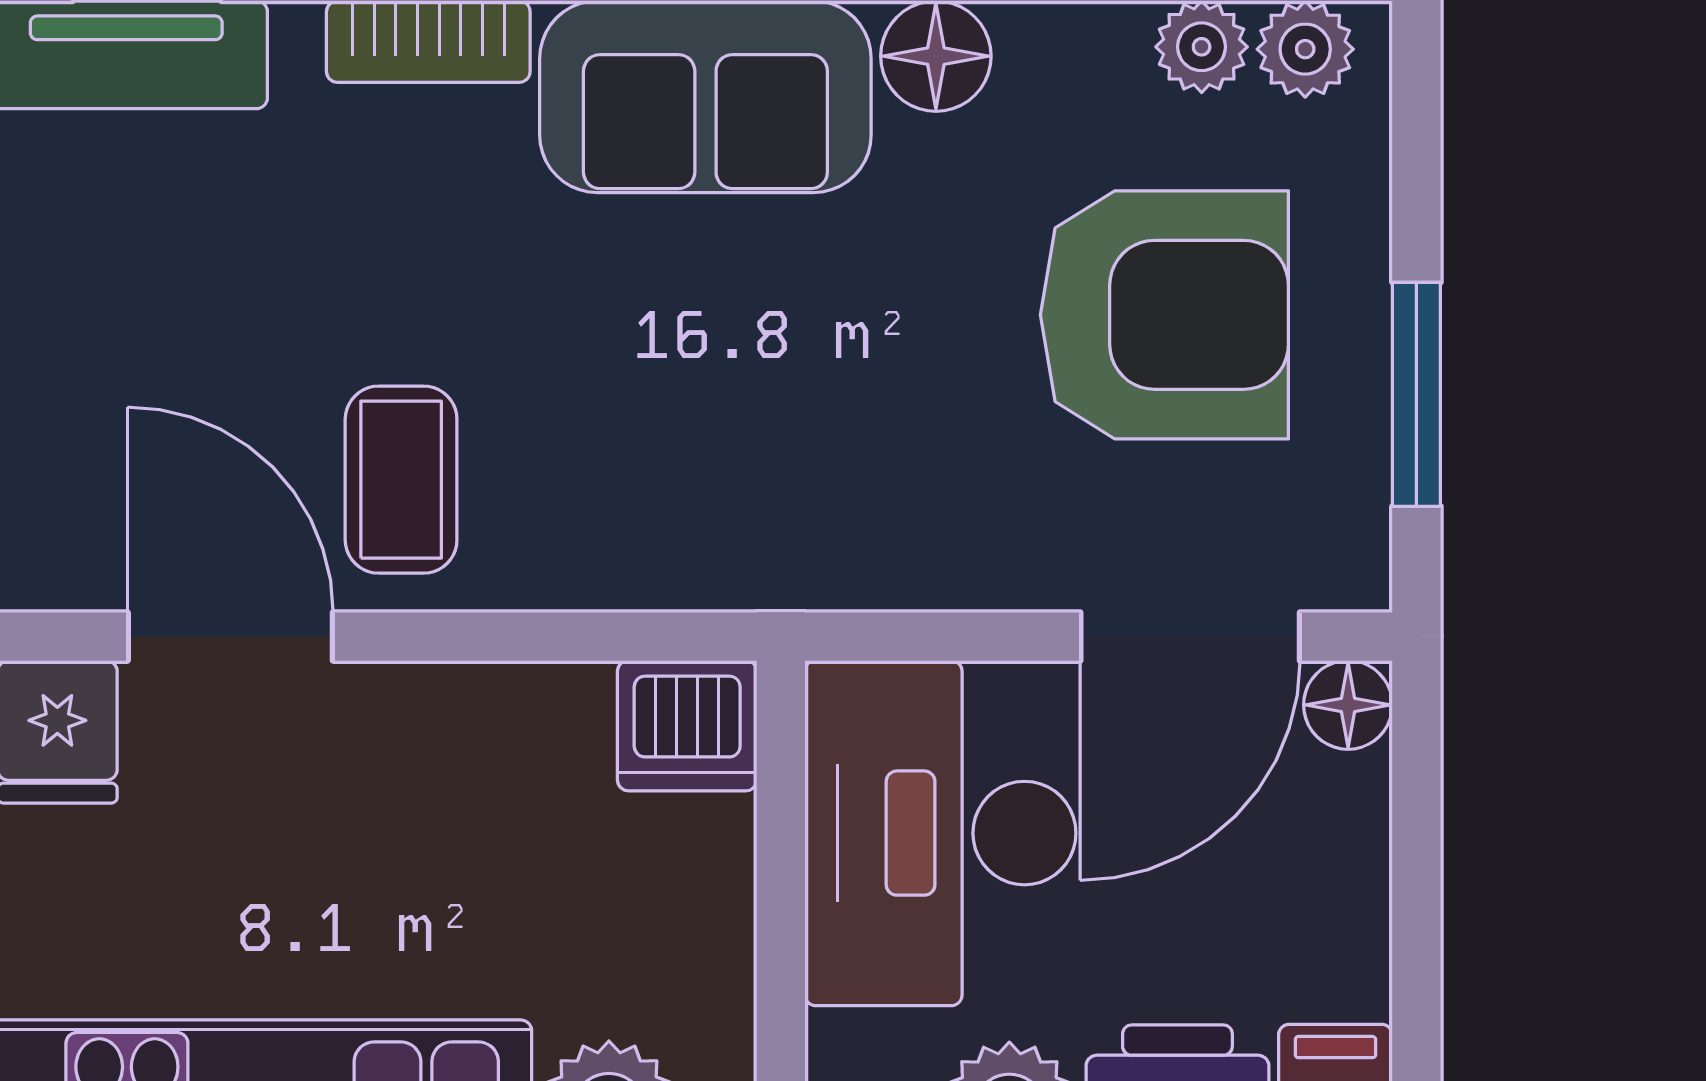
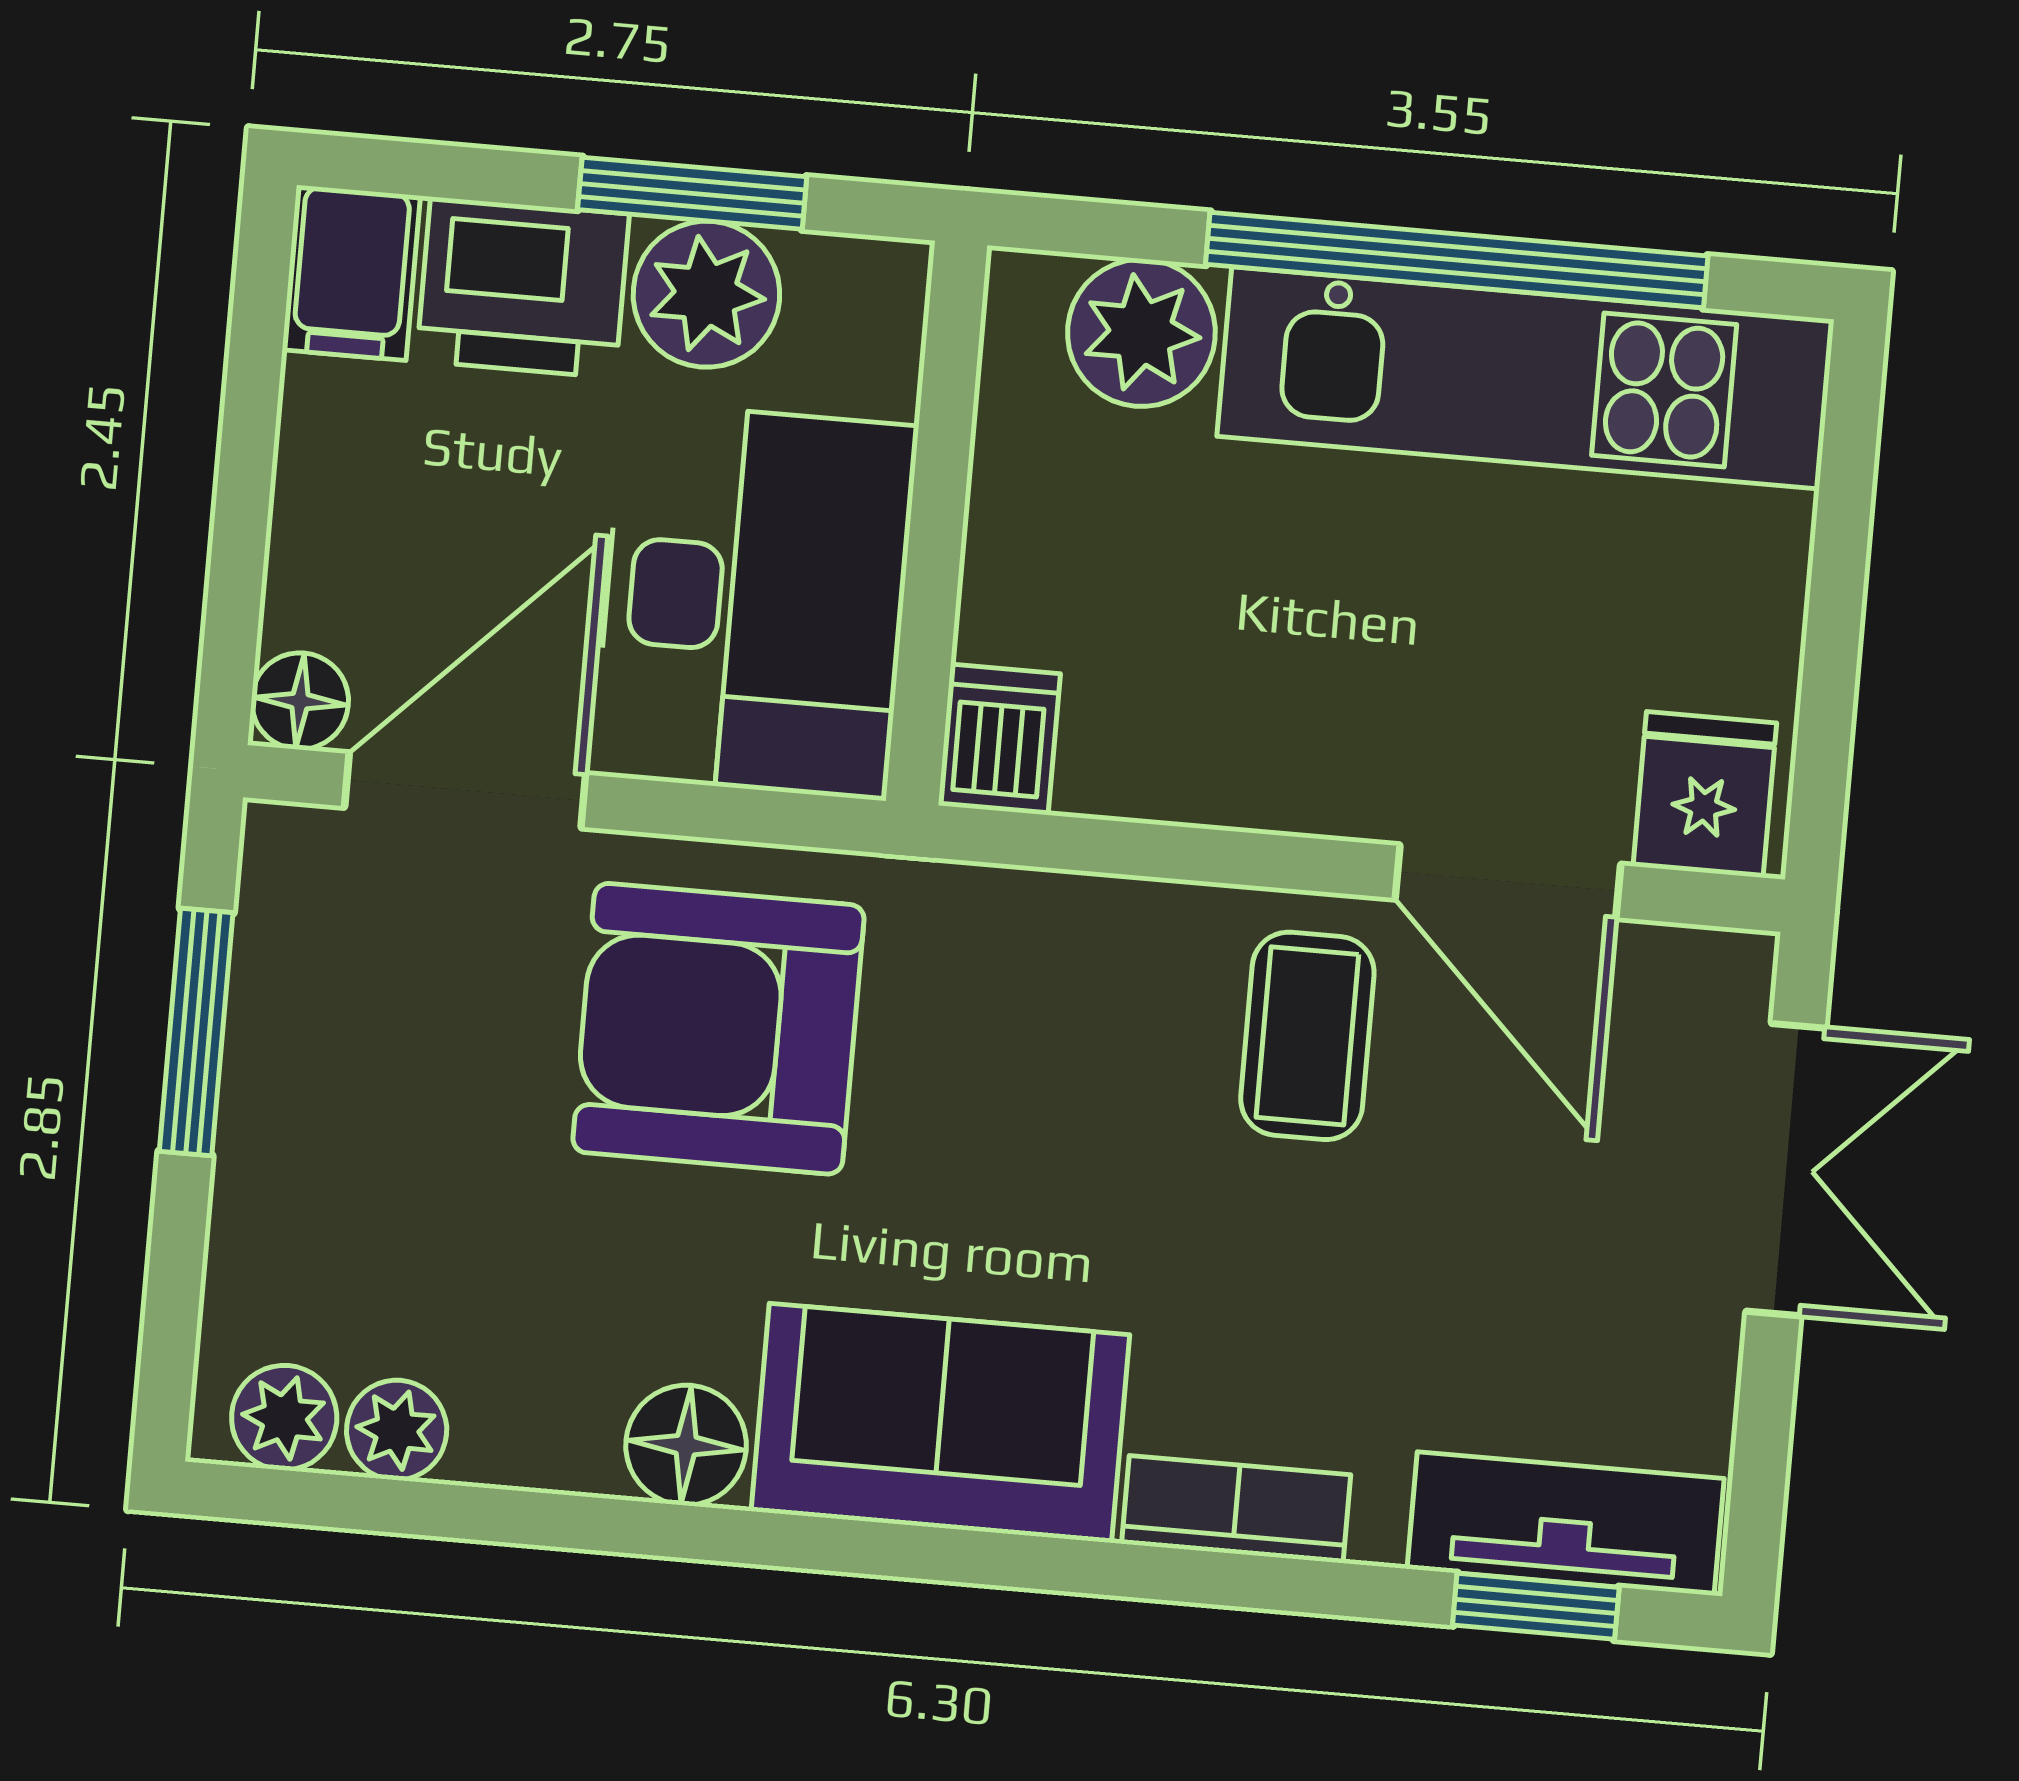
armchair: (1164, 315) -> (718, 1029), moved
dishwasher: (687, 726) -> (999, 740), width x0.73

